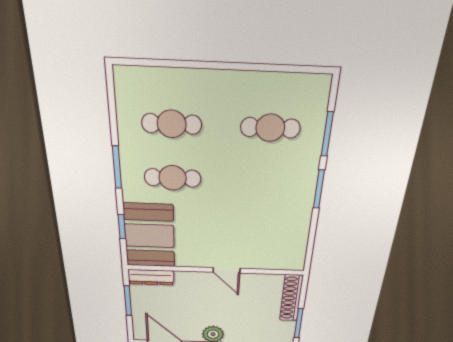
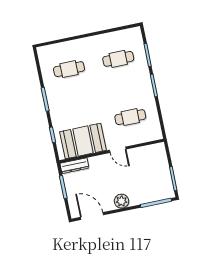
cafe table: (173, 178) -> (130, 117), moved
booth: (149, 236) -> (83, 141), moved, turned 90
shoe rack: (291, 298) -> (162, 160), removed

